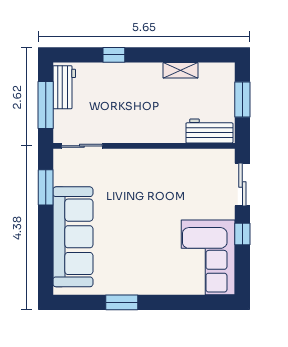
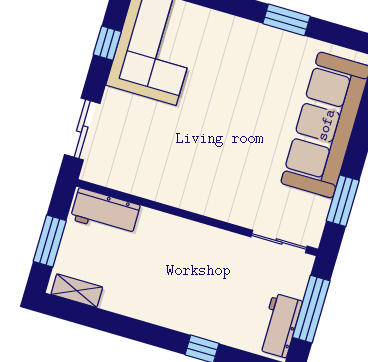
shelving: (180, 70) -> (77, 291), moved
window: (242, 234) -> (107, 43), moved

